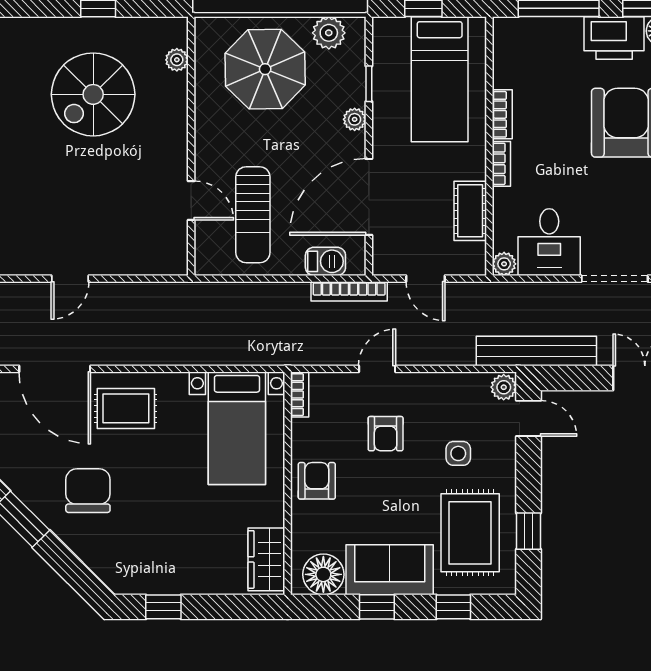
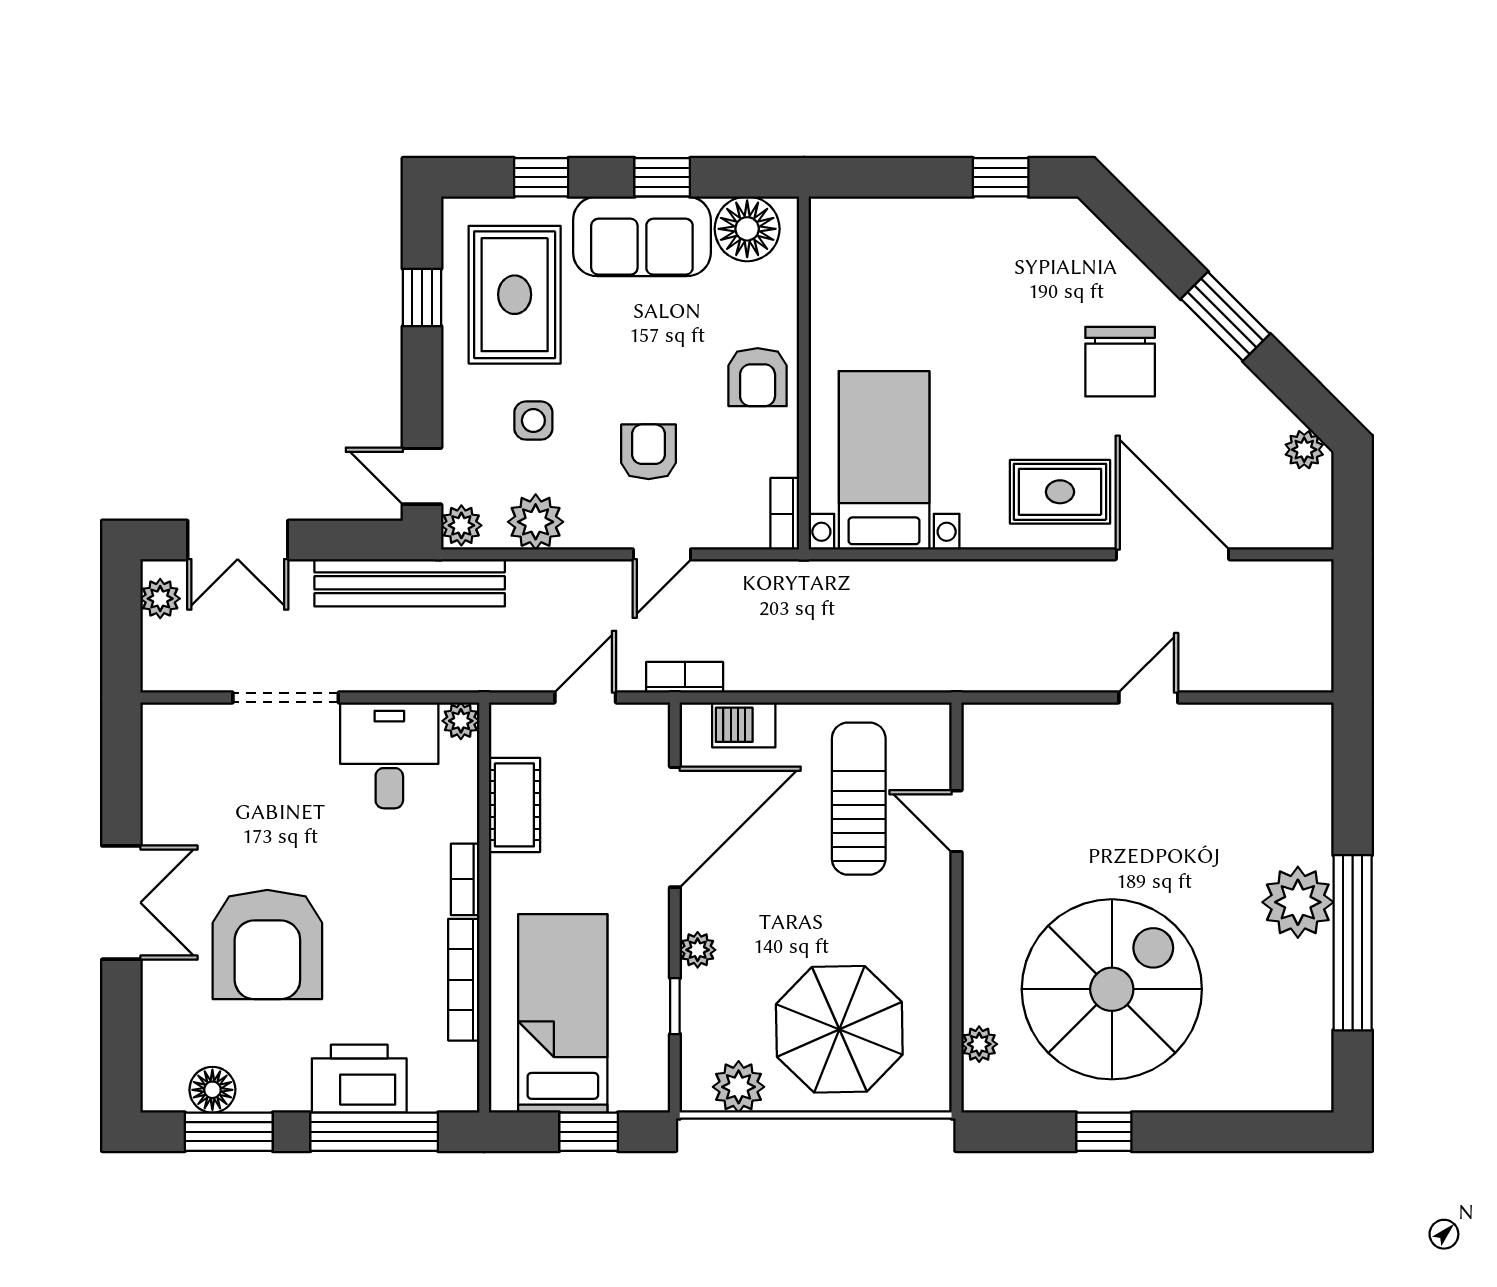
printer: (614, 38) -> (359, 1079), moved
spiral stairs: (93, 94) -> (1112, 989), width x1.37, depth x1.37
bookcase: (502, 114) -> (464, 980), width x1.56
door: (426, 279) -> (585, 698), hinge flipped
bookcase: (349, 291) -> (685, 677), width x0.64
plant: (457, 389) -> (536, 522), added
wardrobe: (266, 559) -> (837, 253), removed

